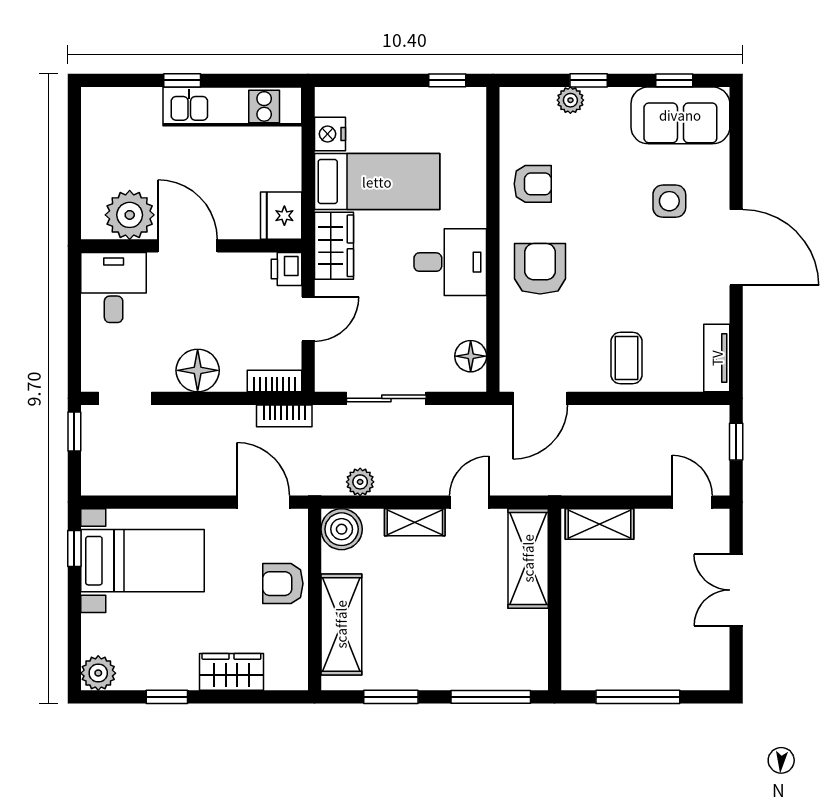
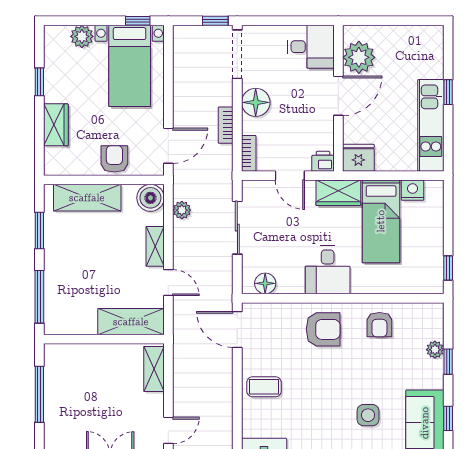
doorway: (125, 398) -> (237, 54), width x1.38
bookcase: (284, 416) -> (226, 125), moved
plant: (98, 673) -> (82, 36), moved

